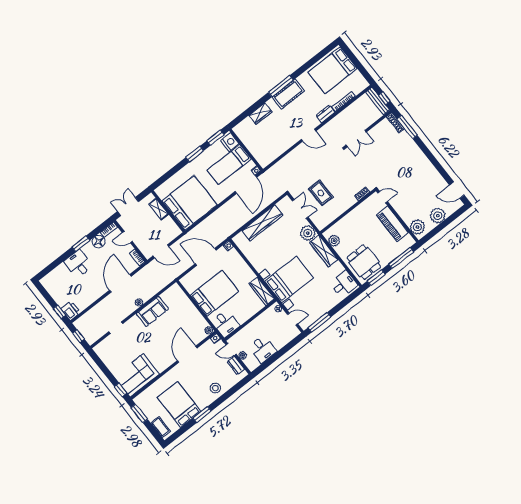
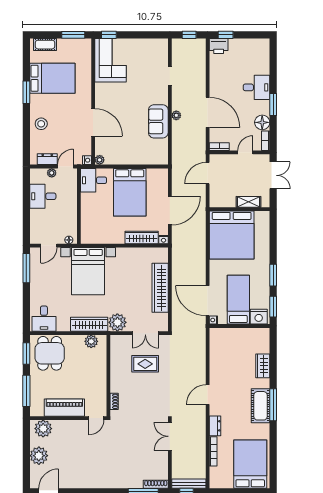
dining table: (364, 262) -> (50, 353), turned 90
wardrobe: (262, 291) -> (142, 238), moved

